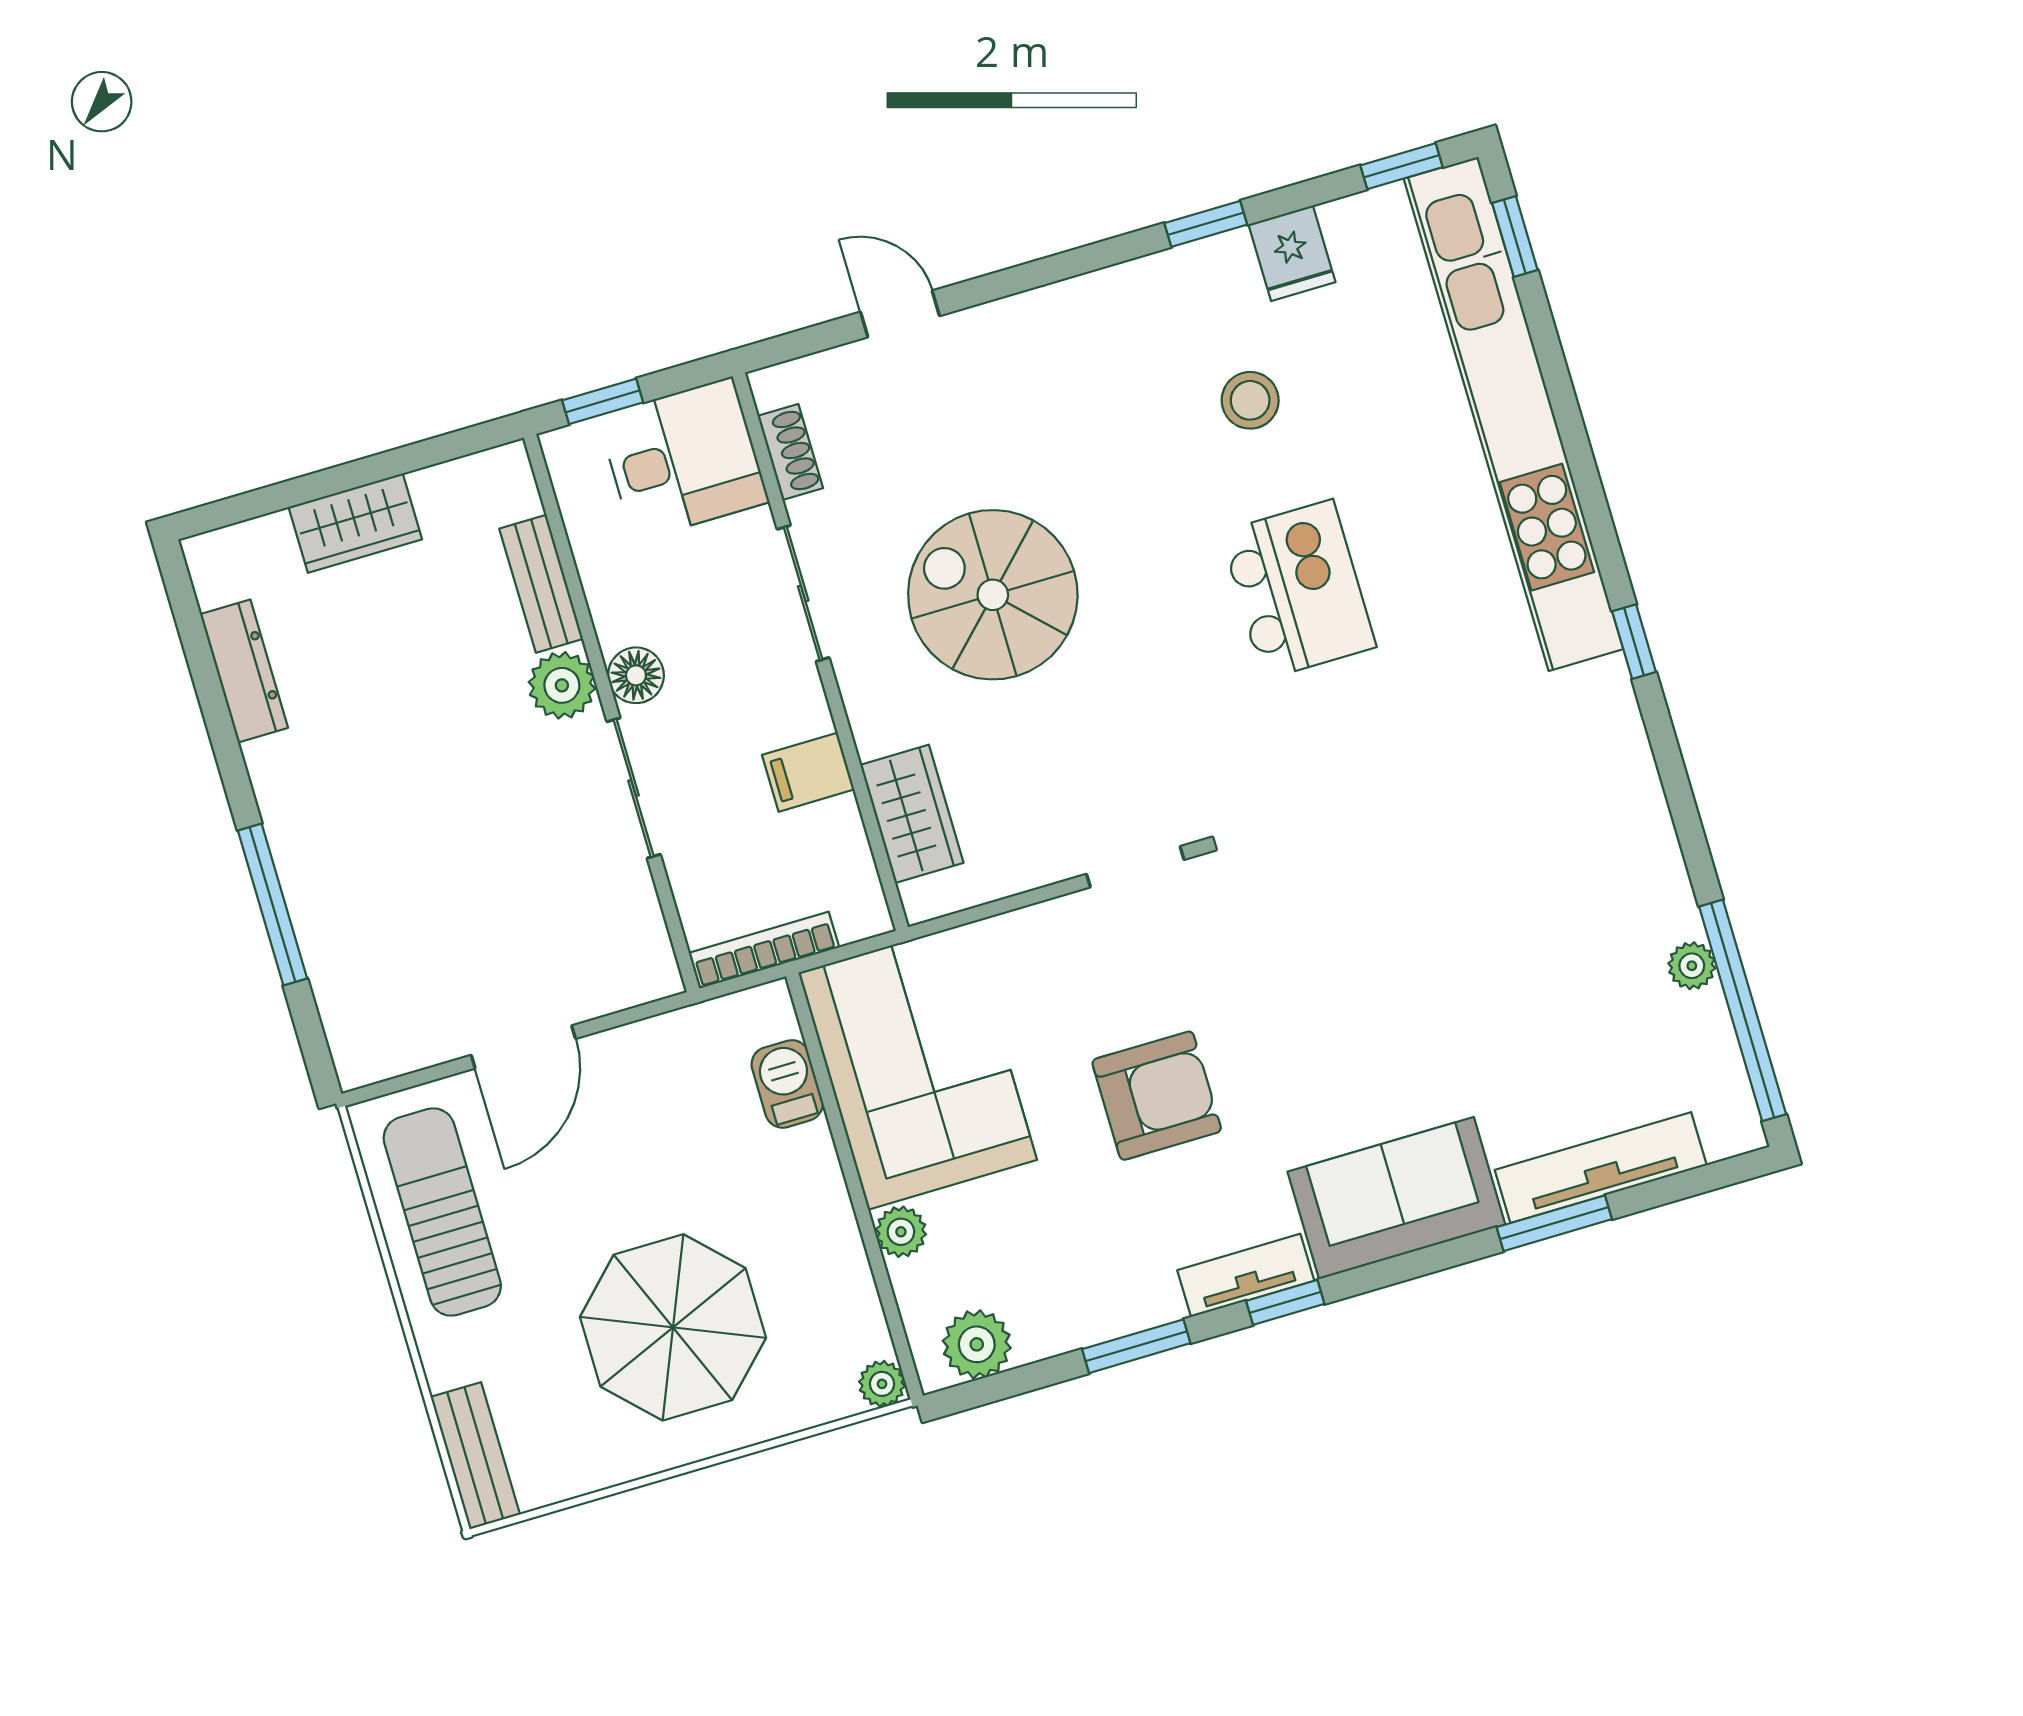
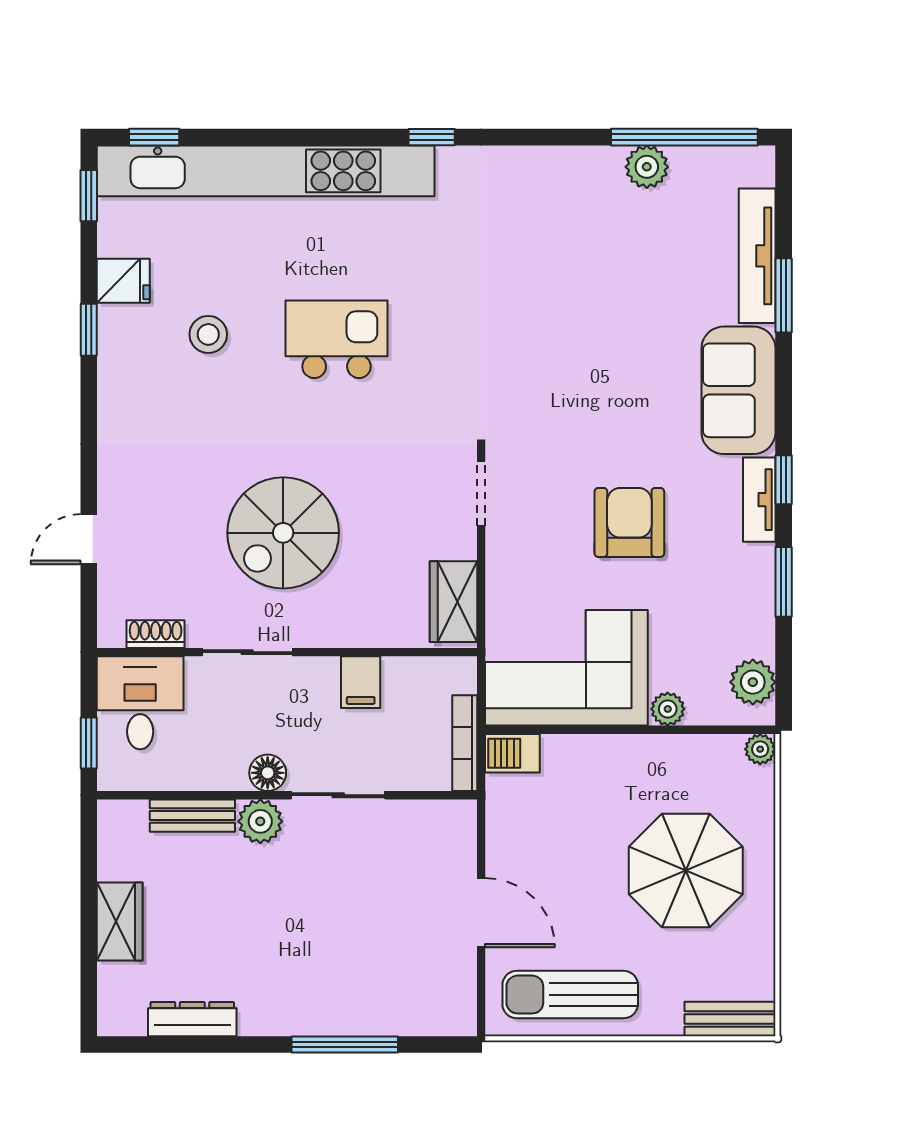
wardrobe: (912, 814) -> (454, 602), moved, turned -90
plant: (1692, 966) -> (647, 167), width x1.38, depth x1.38
barbecue: (787, 1084) -> (512, 753), moved

